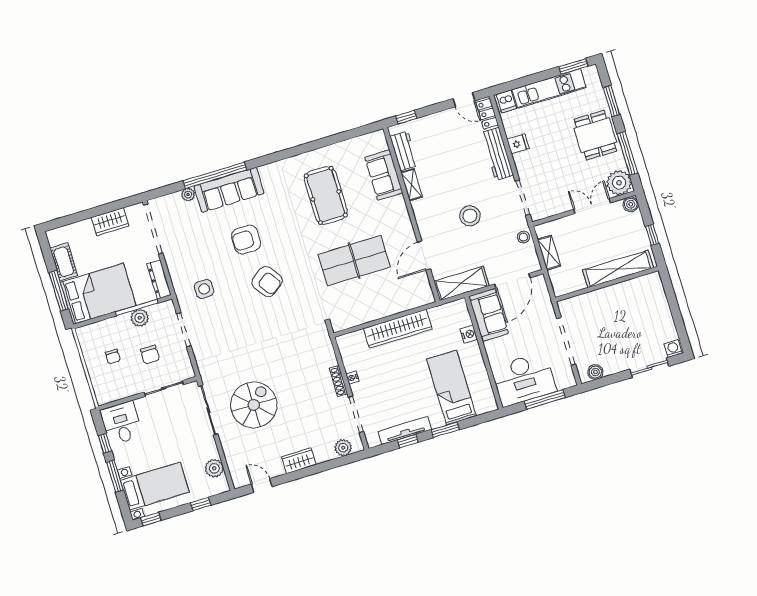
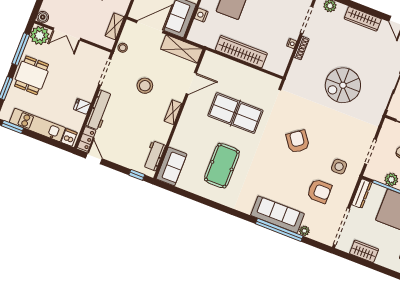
sofa: (384, 175) -> (171, 166), moved
shelving: (411, 185) -> (173, 112), moved
armchair: (246, 240) -> (319, 191), moved
spiral stairs: (254, 405) -> (343, 85), moved
wardrobe: (299, 461) -> (363, 19), width x1.50

